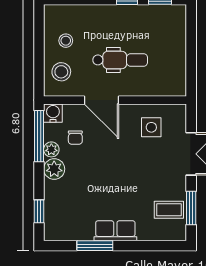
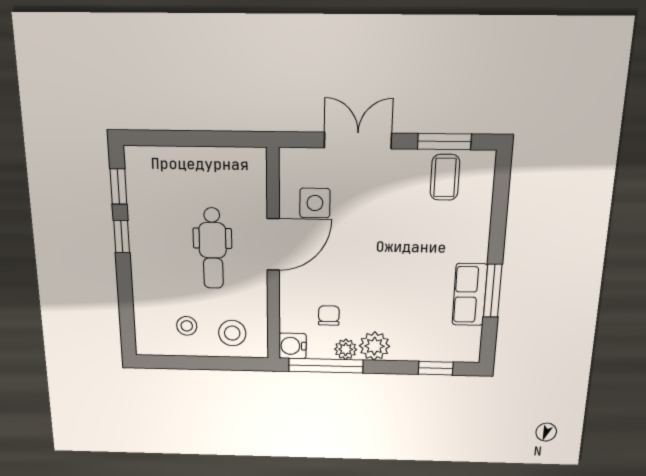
dental chair: (120, 60) -> (213, 248), turned 180
door: (101, 100) -> (273, 244), moved
chair: (75, 138) -> (329, 316), turned -90
row of seats: (115, 231) -> (470, 295), moved

